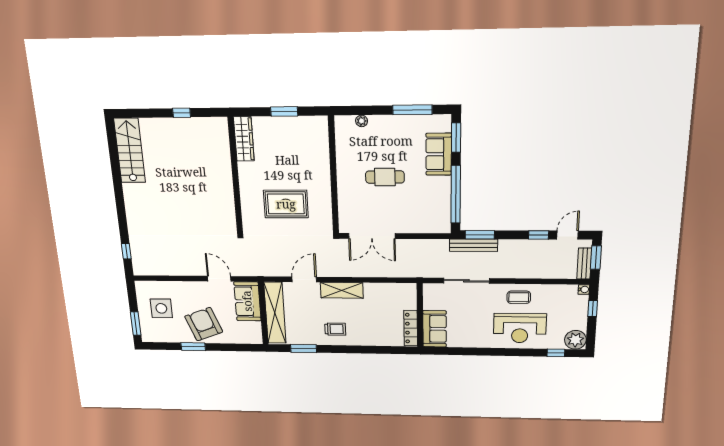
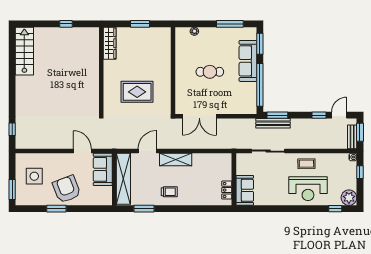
sofa: (439, 154) -> (248, 61), width x1.36
locker: (411, 328) -> (227, 190), width x0.66

